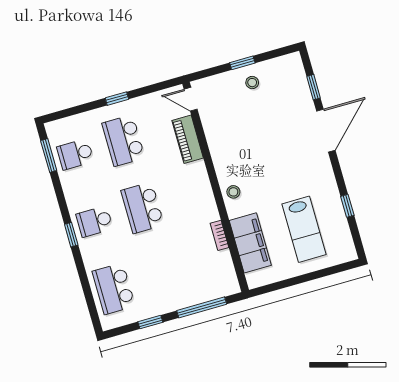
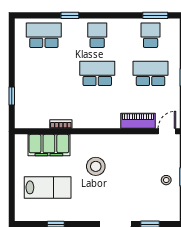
stool: (233, 192) -> (96, 166), moved, width x1.89, depth x1.89
lab bench: (304, 229) -> (48, 187), turned 180
window: (71, 235) -> (70, 15), moved
window: (202, 307) -> (12, 96), width x0.46
window: (150, 322) -> (12, 55), removed

